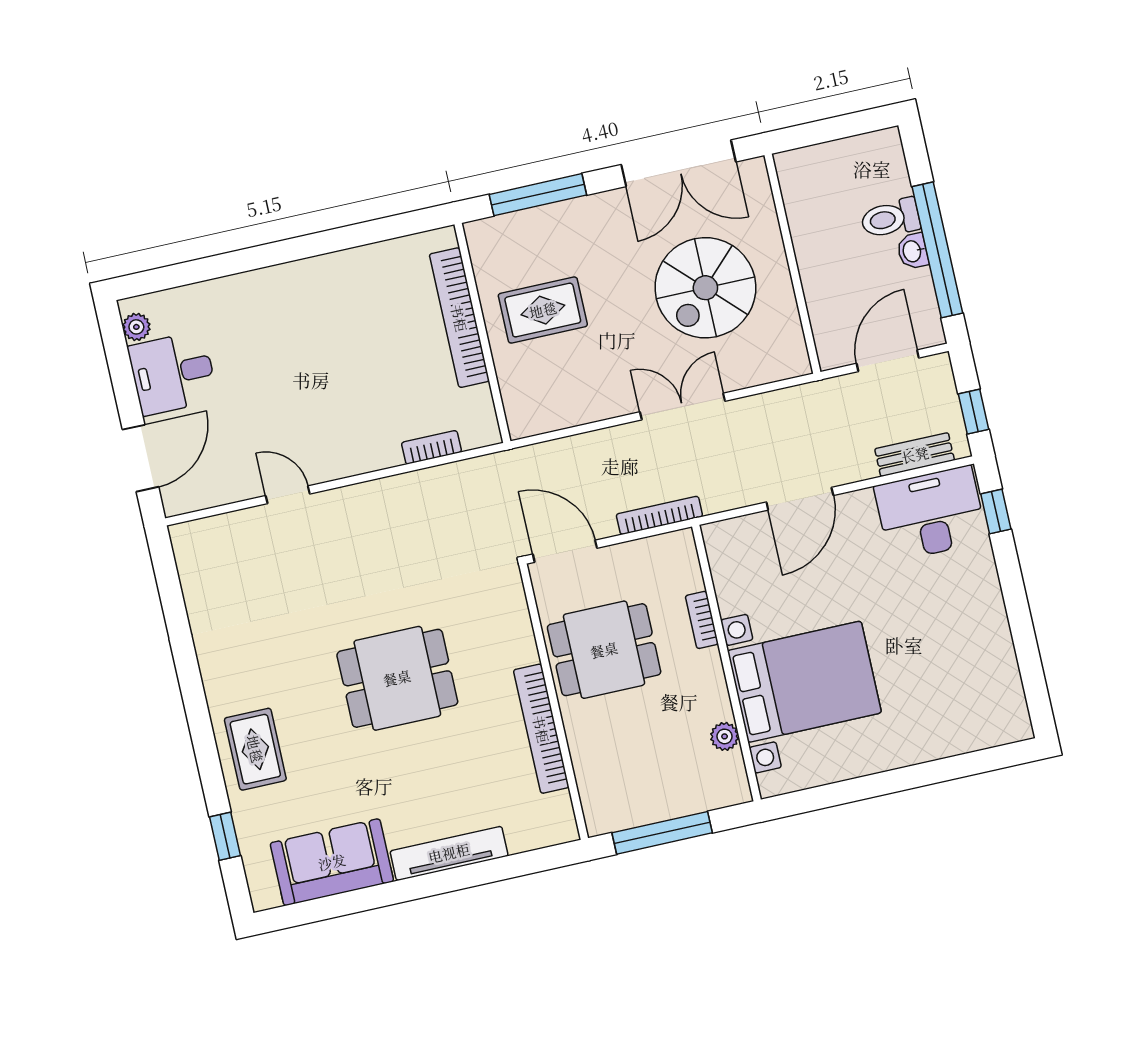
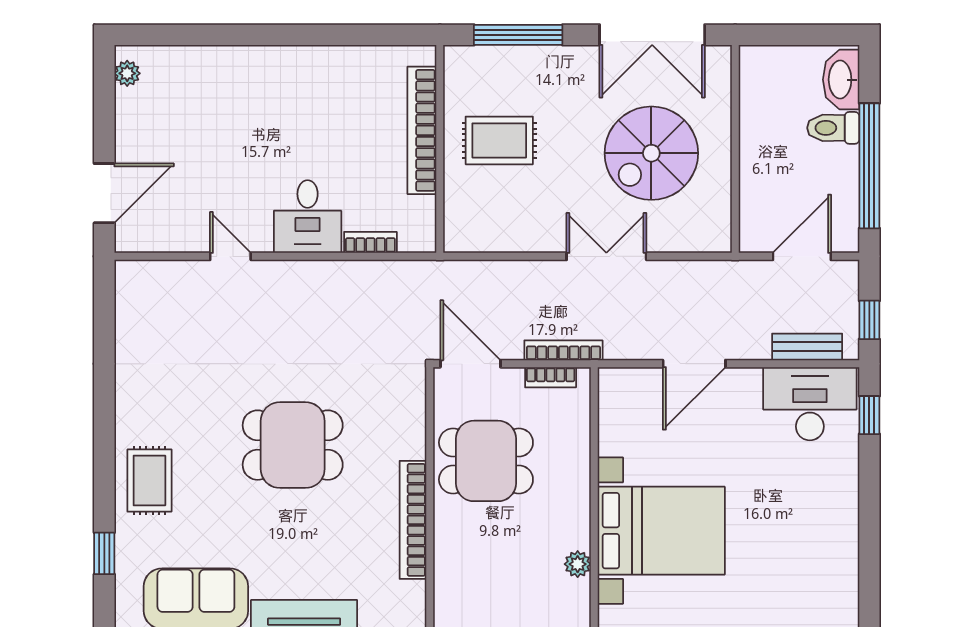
washbasin: (913, 251) -> (841, 80), moved, width x1.91, depth x1.45
desk: (173, 373) -> (308, 217), moved, turned -90
bookcase: (702, 620) -> (551, 377), moved, turned -90

